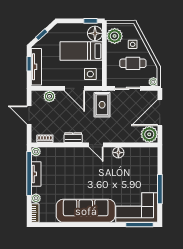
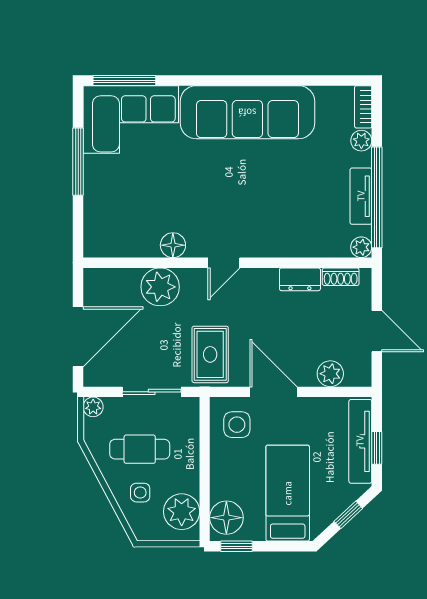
bed: (81, 51) -> (288, 493), moved, turned -90
plant: (149, 134) -> (160, 287), moved
dresser: (73, 138) -> (300, 279), moved
door: (96, 145) -> (224, 263), swing flipped

